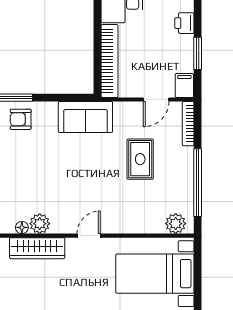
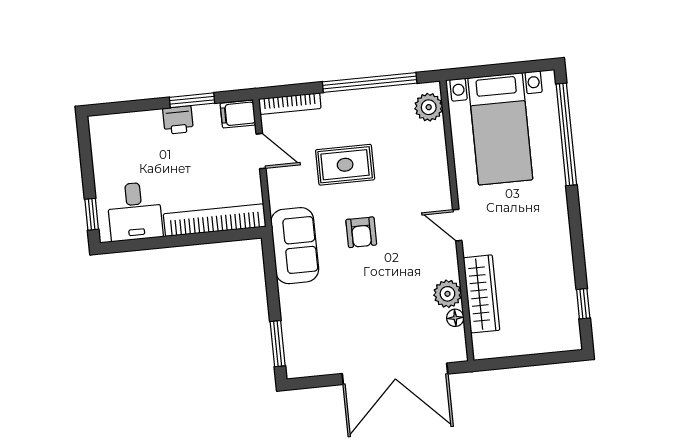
printer: (184, 23) -> (178, 120), moved
armchair: (21, 119) -> (361, 232), moved

